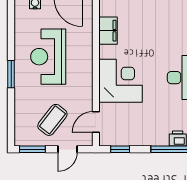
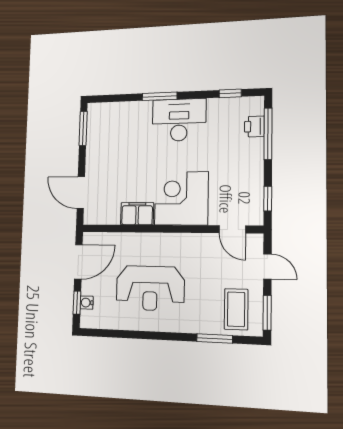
filing cabinet: (108, 31) -> (137, 214), moved
window: (11, 74) -> (215, 338), moved
coffee table: (52, 120) -> (236, 309), moved, turned 52

